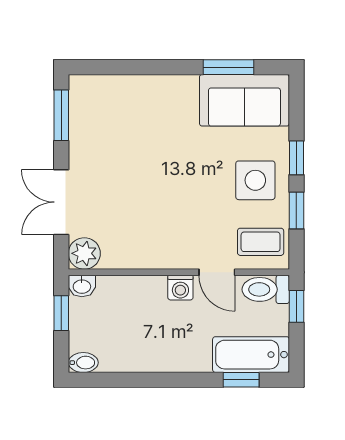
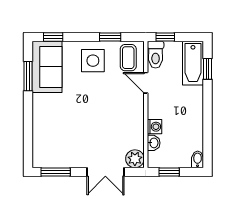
window: (296, 158) -> (53, 37), moved
door: (217, 272) -> (146, 83), swing flipped
washbasin: (82, 286) -> (154, 143), moved
washing machine: (180, 288) -> (154, 127), moved

